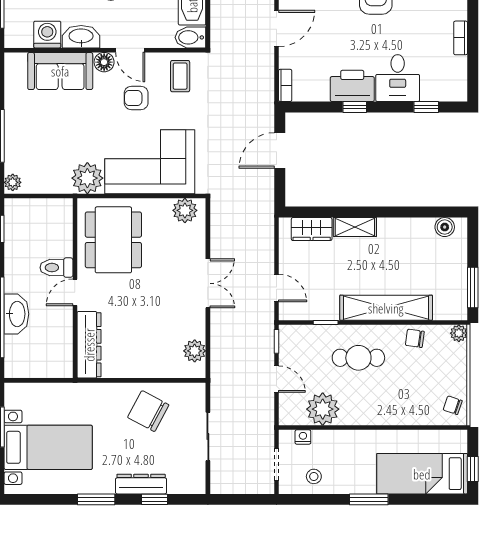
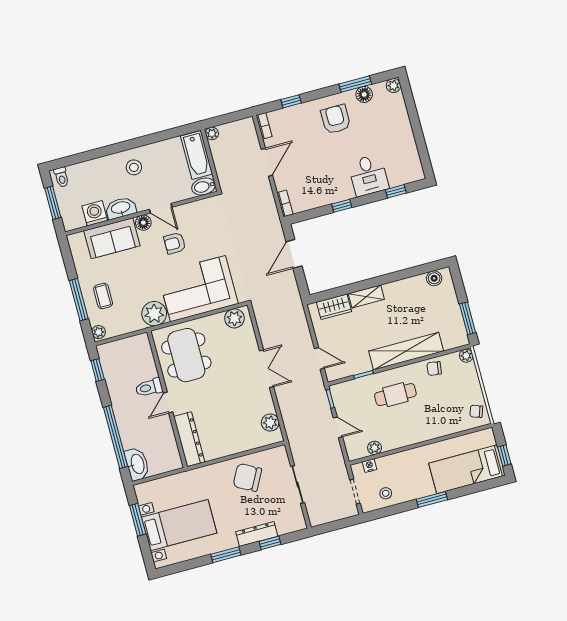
bookcase: (461, 38) -> (408, 132), removed
coffee table: (180, 76) -> (103, 296), moved
printer: (352, 86) -> (336, 190), removed
washbasin: (16, 314) -> (137, 464), moved
plant: (323, 409) -> (375, 448), width x0.53, depth x0.53

